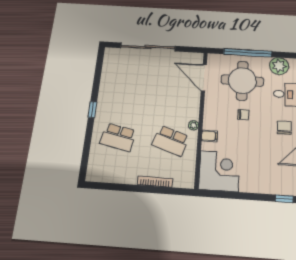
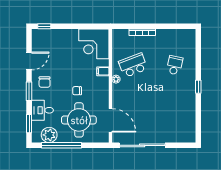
sliding door: (148, 47) -> (142, 145), moved
window: (248, 53) -> (61, 145), moved
school desk: (118, 137) -> (175, 65), width x0.54
school desk: (171, 141) -> (133, 65), turned -39

